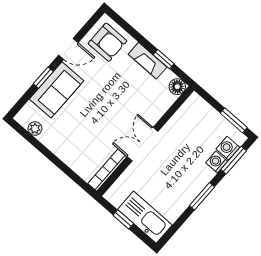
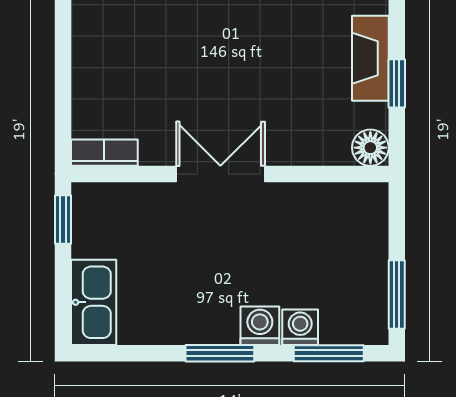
washing machine: (228, 148) -> (260, 326), moved
bookcase: (107, 170) -> (104, 153), width x0.64
kitchen sink: (145, 217) -> (94, 302), width x0.73, depth x0.81
window: (123, 219) -> (63, 220), moved

